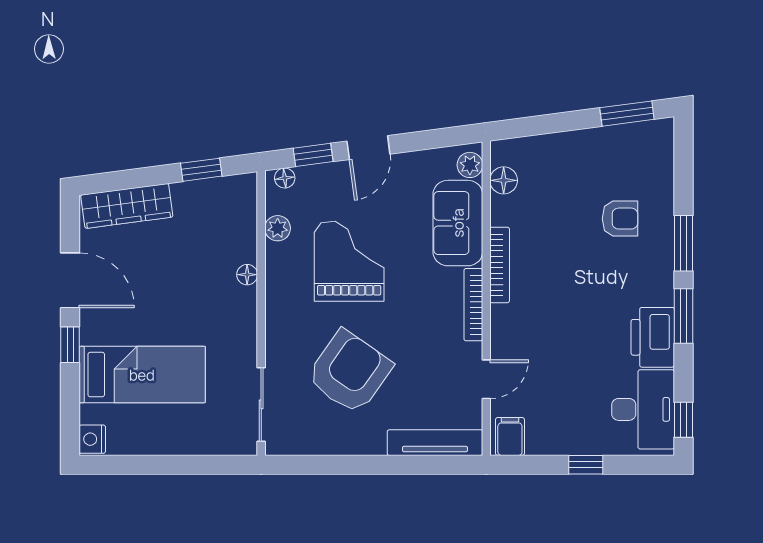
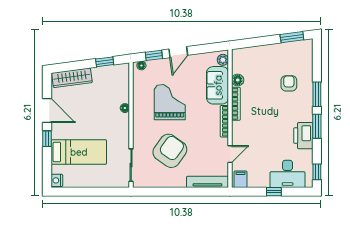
floor lamp: (504, 180) -> (238, 80), moved
armchair: (620, 219) -> (289, 83), turned -90
plant: (278, 228) -> (138, 88), removed
desk: (643, 409) -> (288, 174), moved, turned 90

